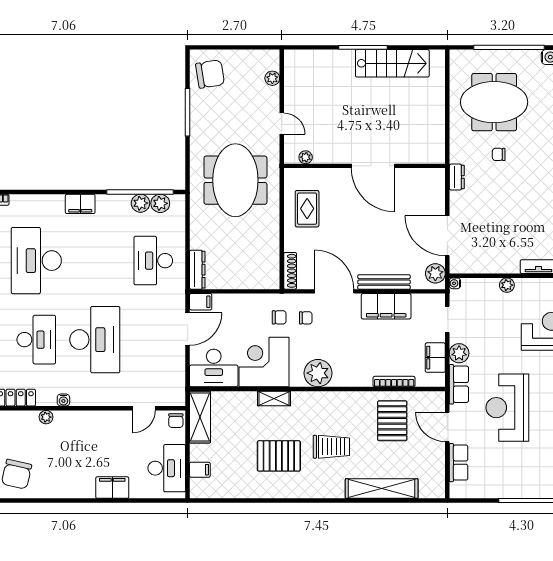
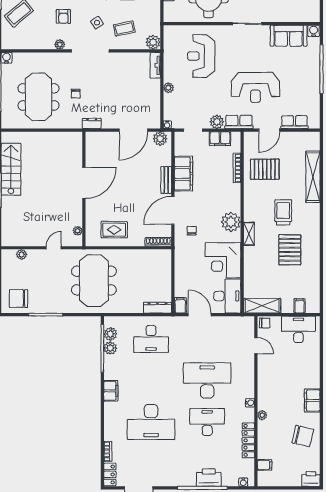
chair: (210, 74) -> (19, 299), turned -81
meeting table: (235, 180) -> (94, 281), turned 90
bench: (384, 282) -> (166, 180), width x0.73
chair: (279, 317) -> (191, 250), removed
shelving: (274, 398) -> (249, 234), moved
filing cabinet: (112, 488) -> (312, 400), moved

